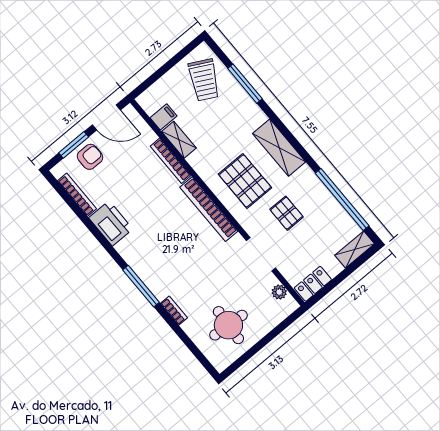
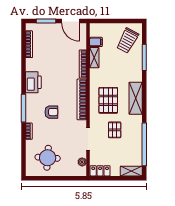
armchair: (90, 157) -> (51, 112), moved
printer: (111, 223) -> (33, 82), moved

